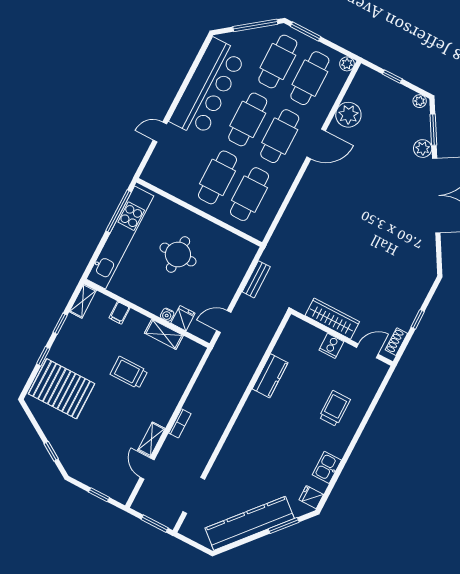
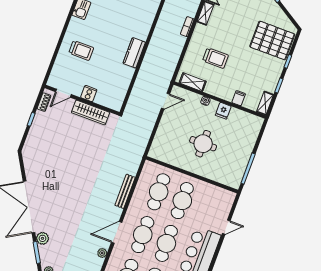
plant: (348, 115) -> (102, 253), width x0.53, depth x0.53
kitchen unit: (120, 238) -> (245, 150), removed
bench: (256, 279) -> (125, 191), moved, width x1.36
fridge: (183, 318) -> (223, 111), moved
shelving: (164, 334) -> (193, 82), moved
trolley: (129, 373) -> (215, 58), moved
kitchen counter: (270, 376) -> (134, 53), moved
trolley: (335, 408) -> (81, 50), turned -90

